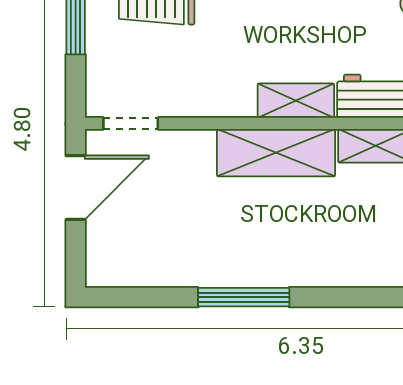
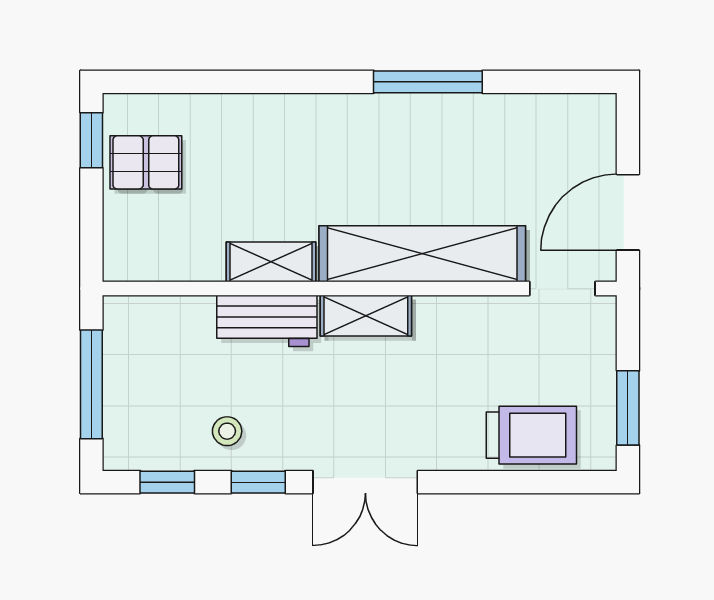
shelving: (276, 153) -> (422, 254), width x1.47

